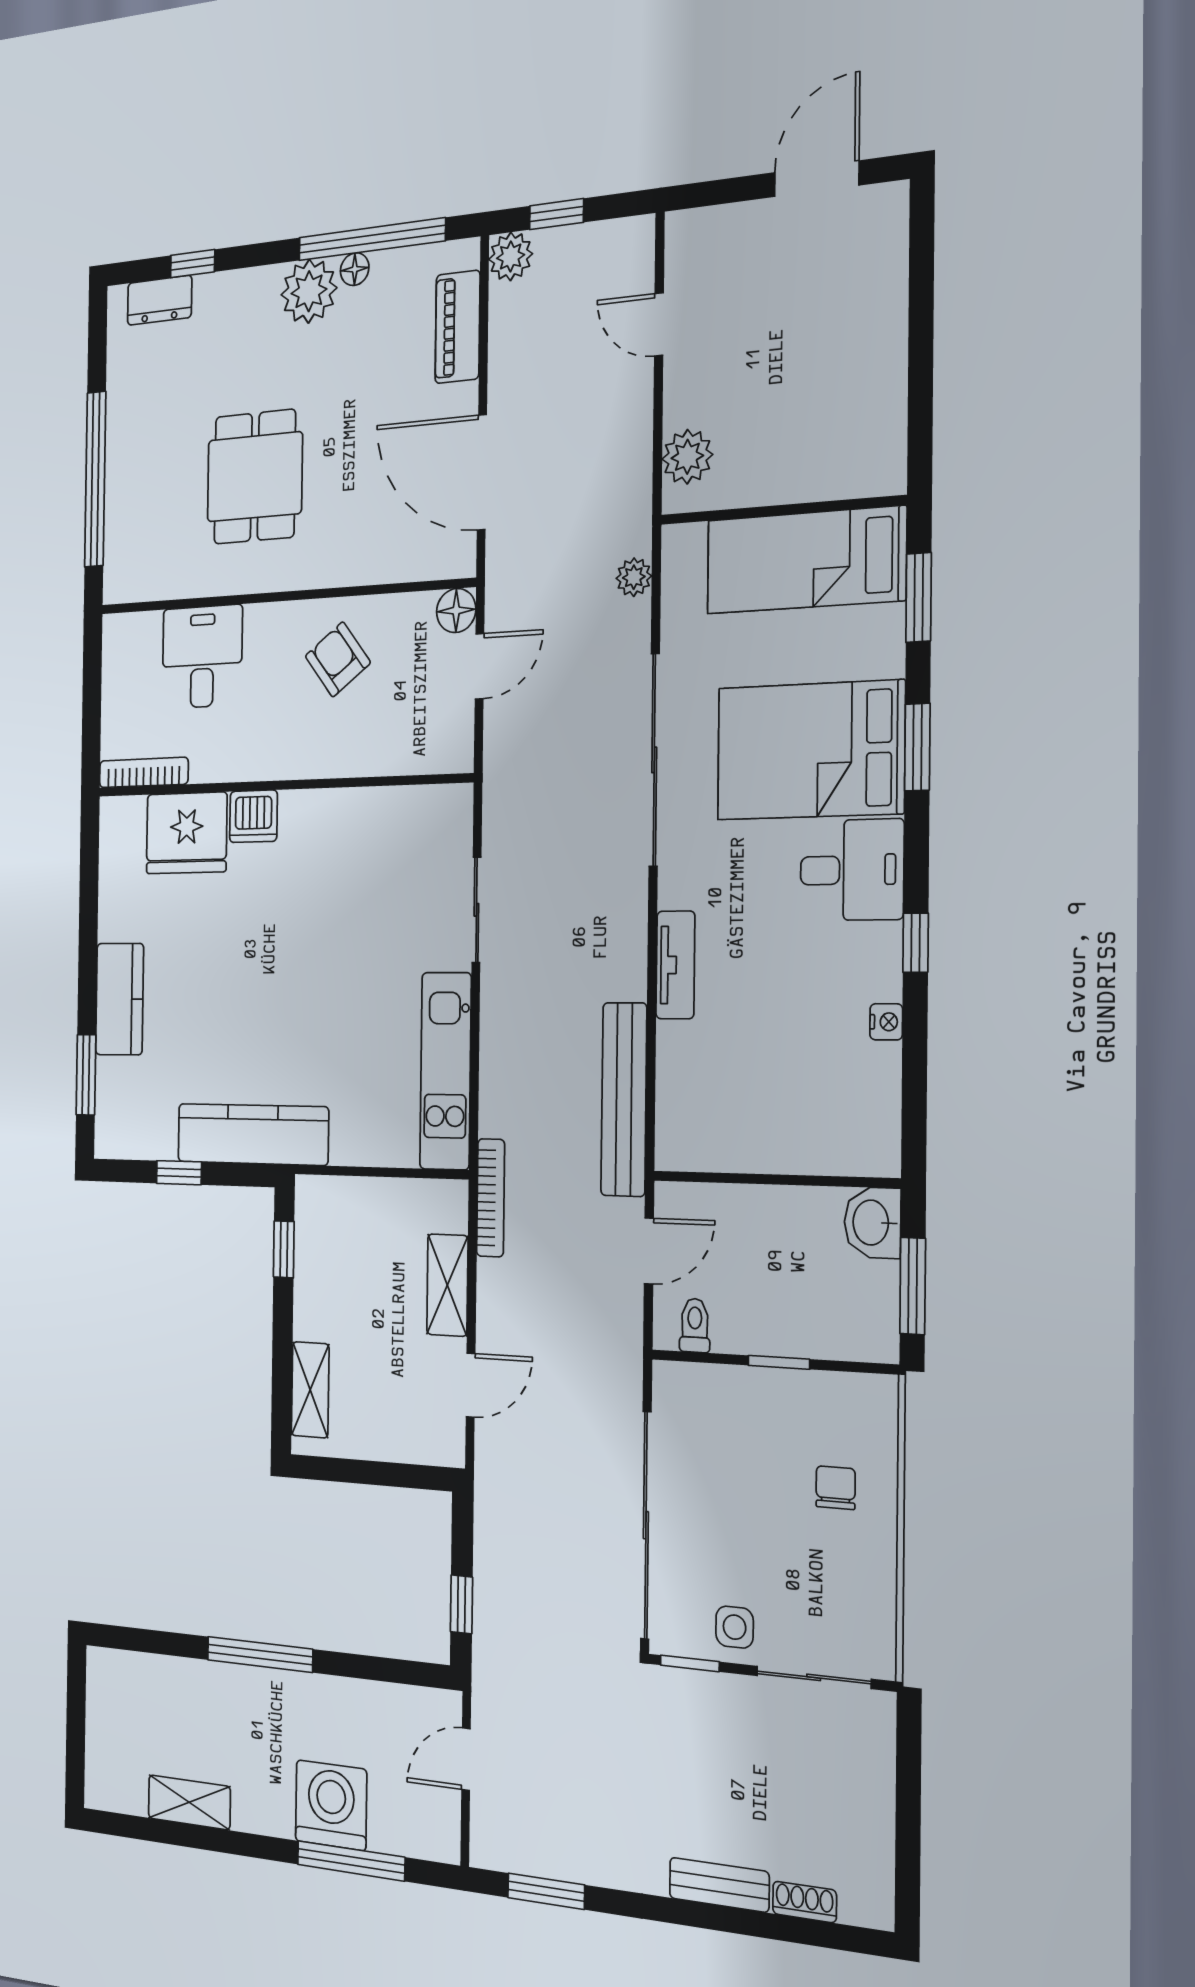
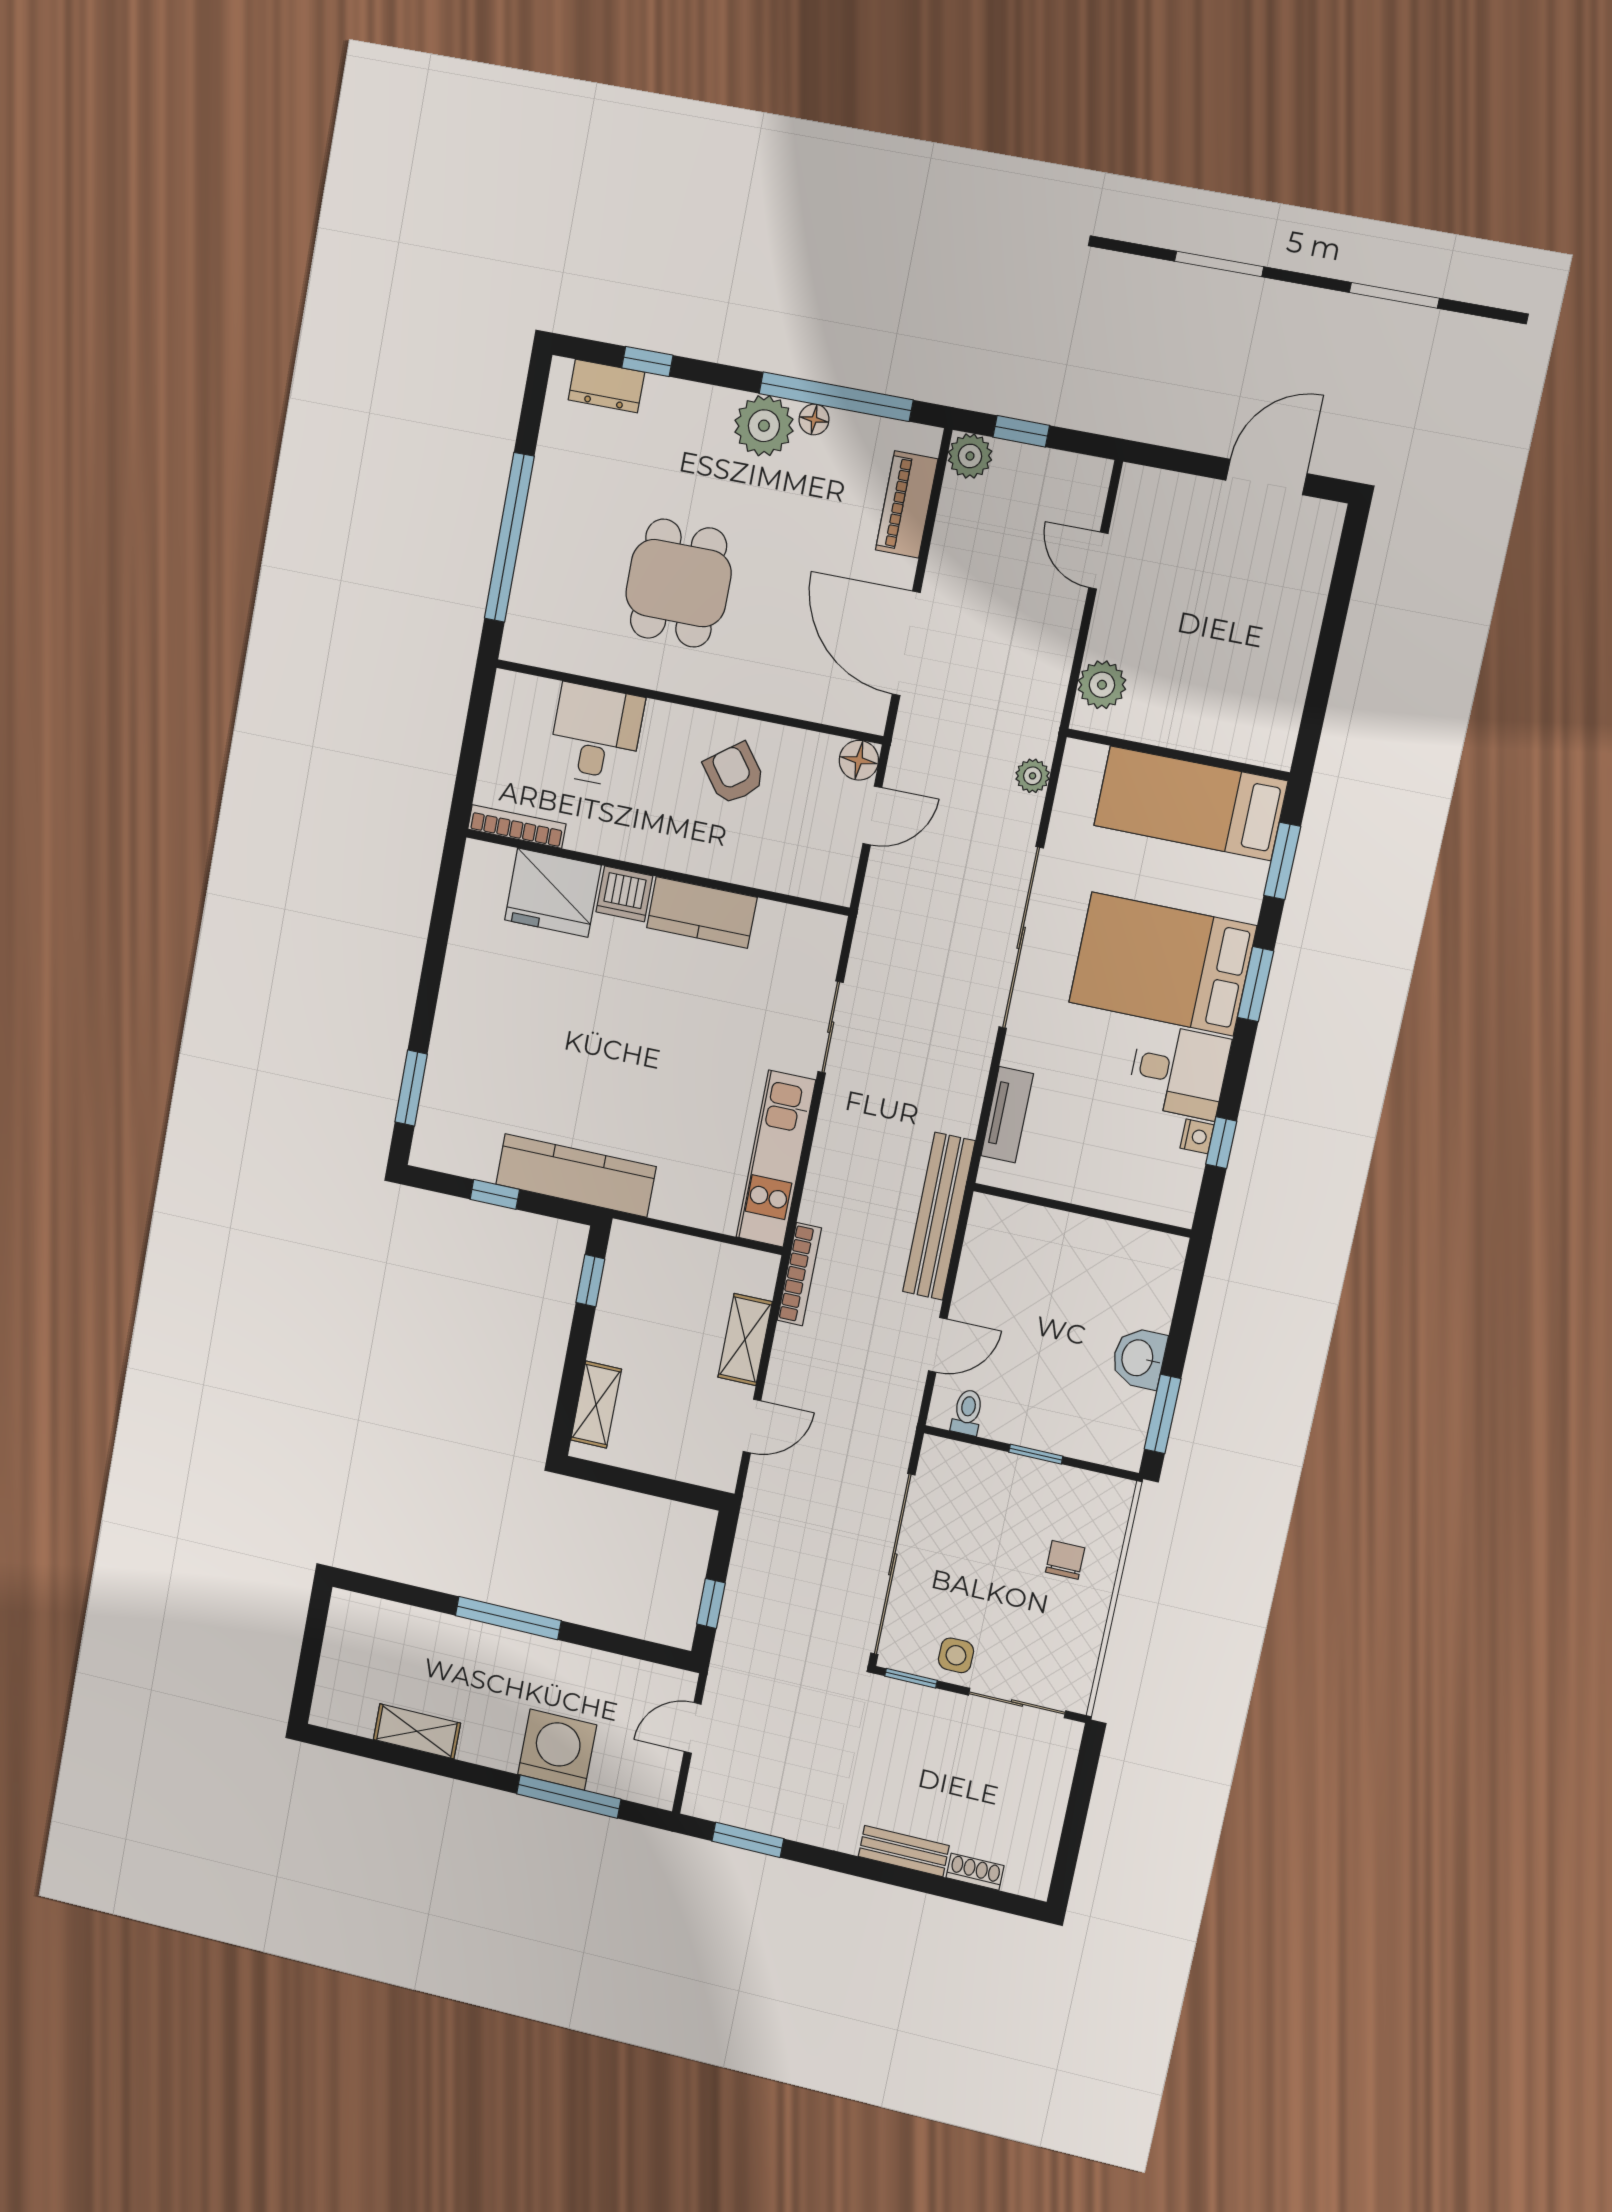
kitchen counter: (120, 999) -> (702, 912), moved, turned 90
nightstand: (886, 1022) -> (1197, 1136), moved
wall: (775, 1179) -> (1082, 1210), moved

